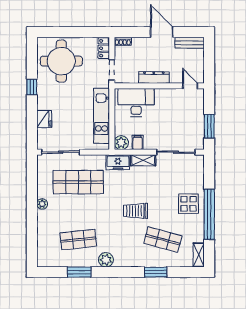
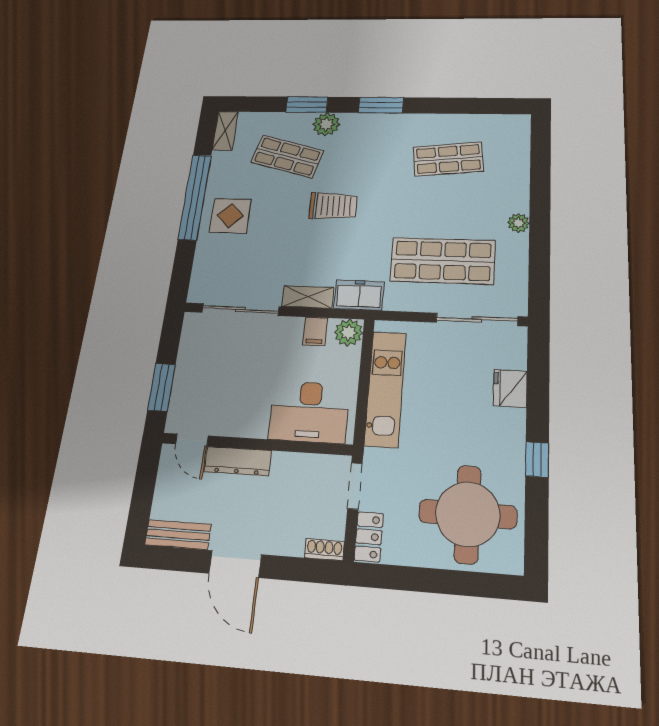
dresser: (154, 77) -> (238, 461), moved
window: (209, 126) -> (162, 387), moved
plant: (106, 260) -> (326, 124), moved
window: (79, 272) -> (381, 105), moved

